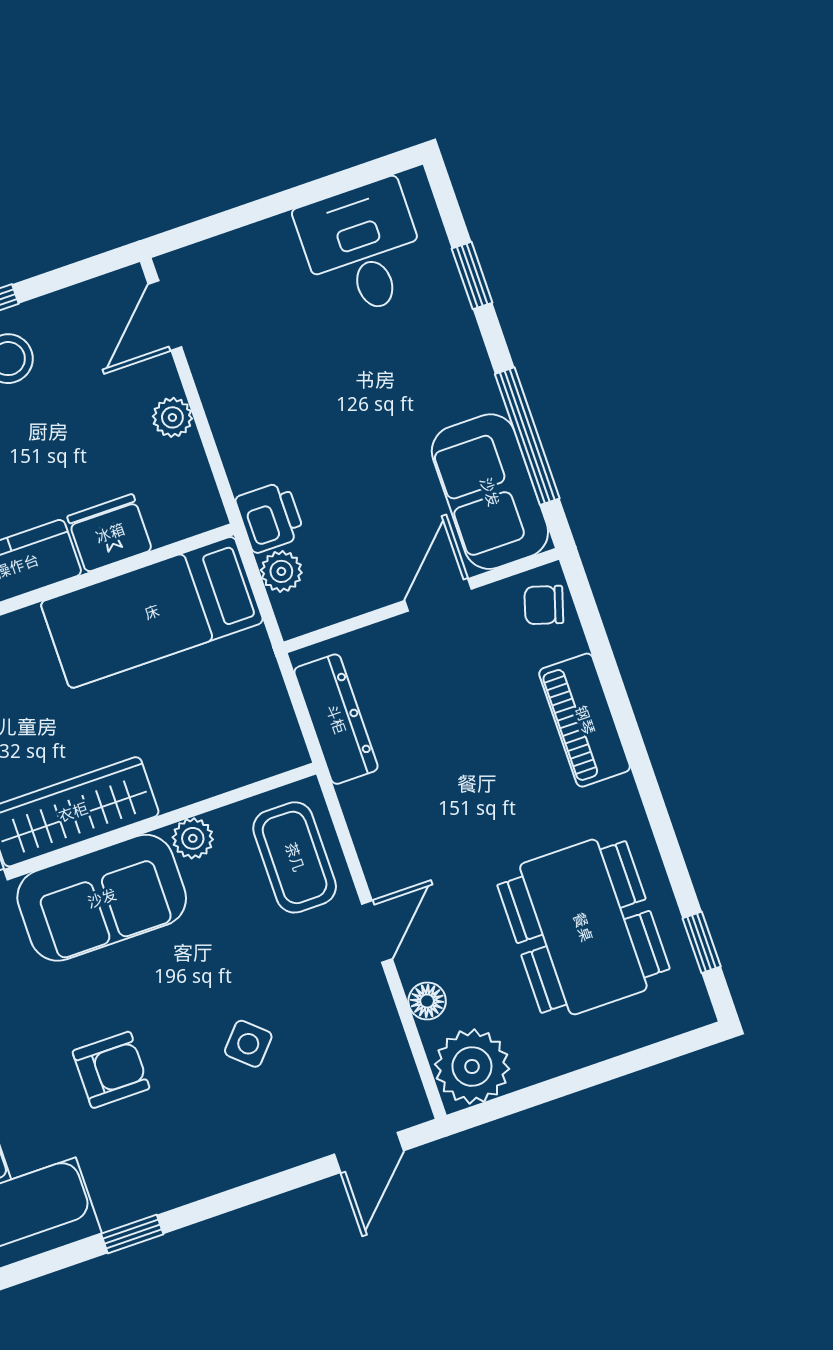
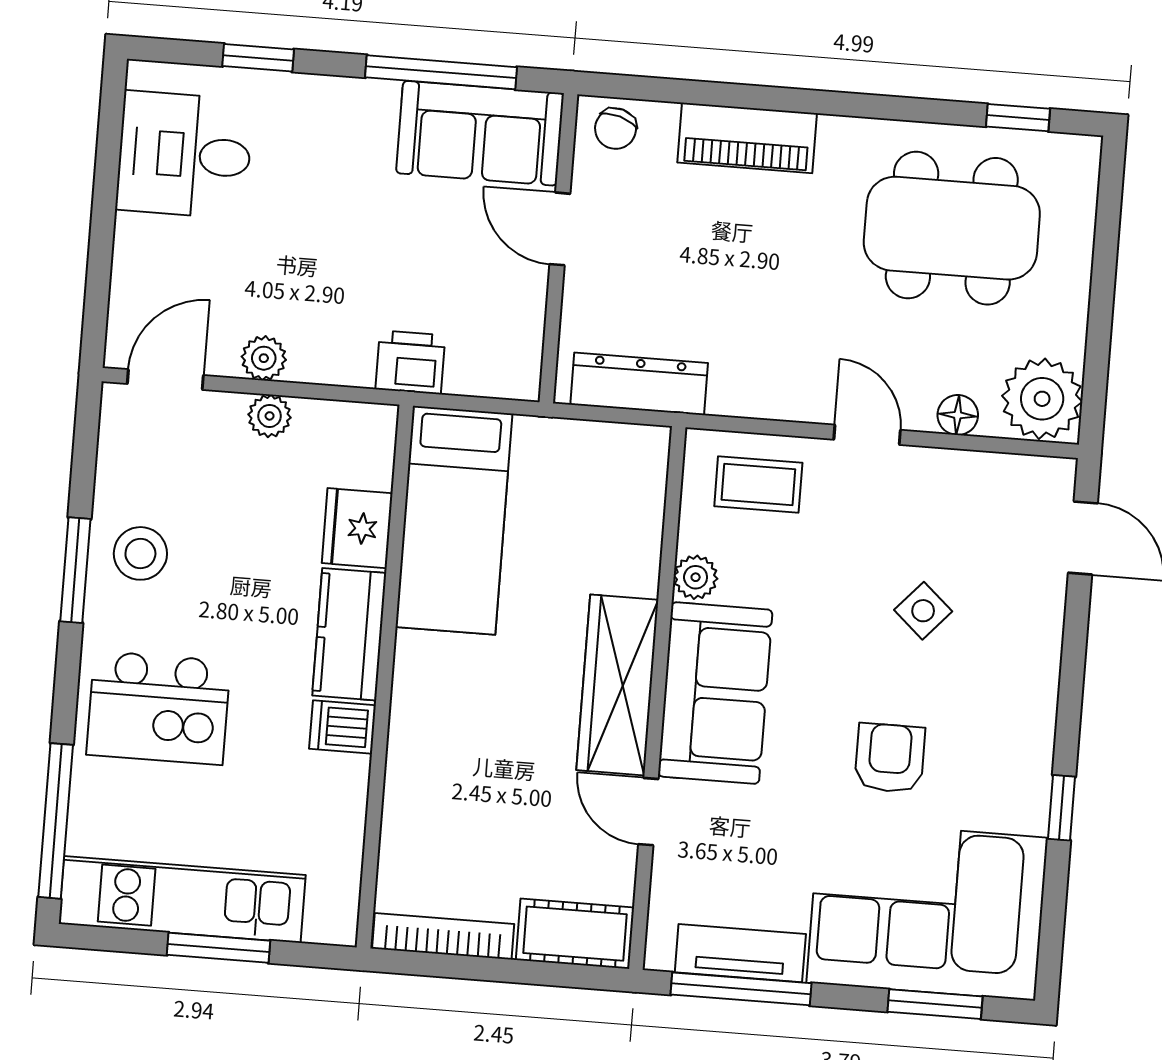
door: (165, 316) -> (165, 380), swing flipped
plant: (281, 571) -> (264, 358), moved
coffee table: (295, 857) -> (758, 485), width x0.73, depth x0.77

